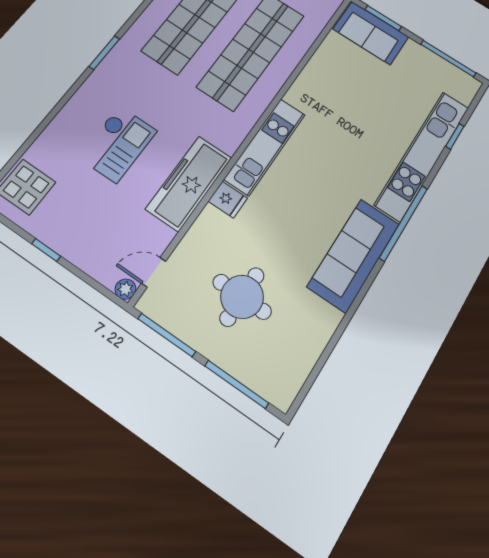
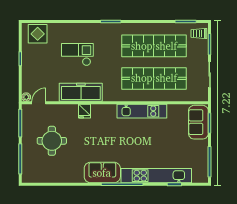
checkout: (118, 144) -> (77, 55), turned 180
kitchen unit: (265, 146) -> (142, 111), moved
sofa: (354, 255) -> (102, 173), width x0.73
door: (154, 272) -> (39, 103), hinge flipped

